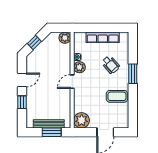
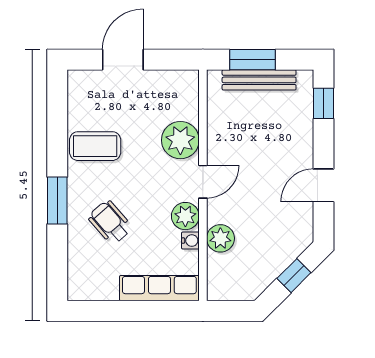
row of seats: (103, 37) -> (159, 288), moved
plant: (65, 38) -> (220, 238), moved
window: (22, 102) -> (324, 103), moved
plant: (82, 120) -> (180, 140), moved

